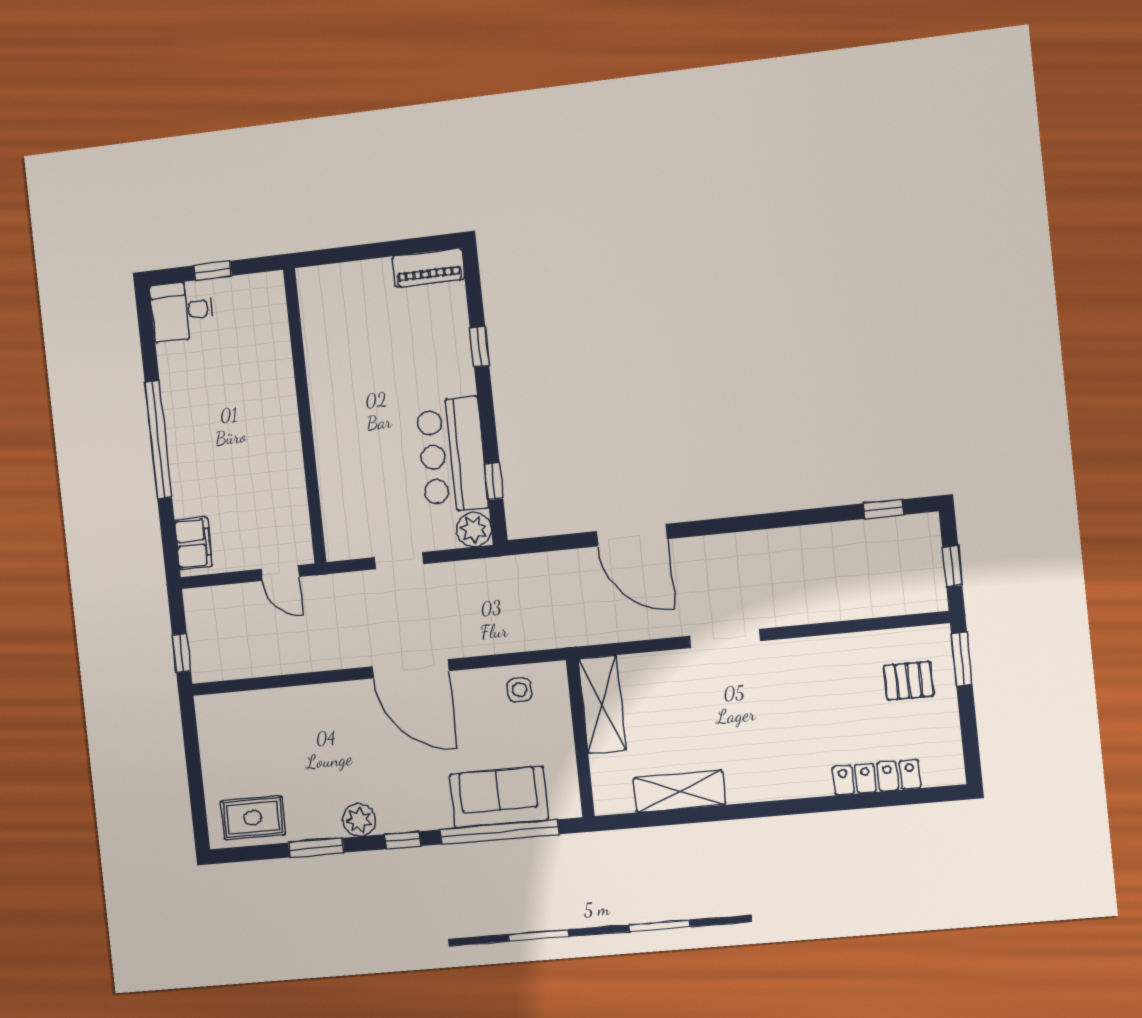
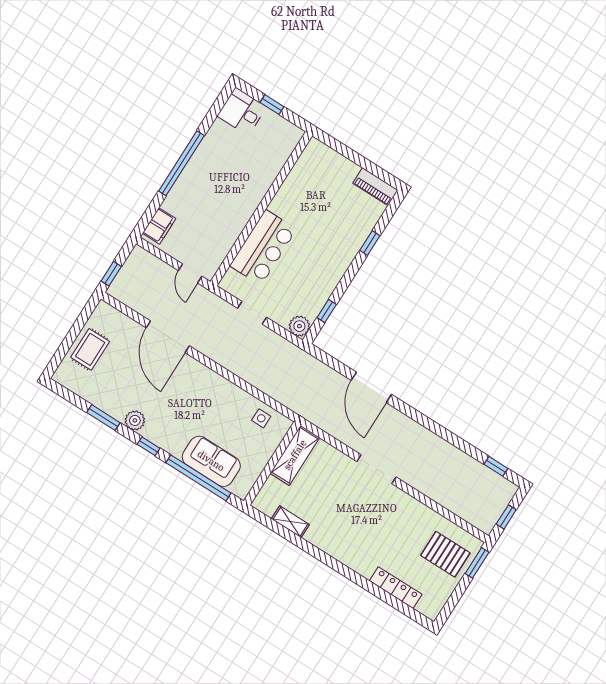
bar counter: (452, 455) -> (263, 247), moved, turned 180
door: (410, 669) -> (168, 337), moved
pallet: (909, 681) -> (445, 554), width x1.50, depth x1.42
shelving: (679, 791) -> (290, 522), width x0.67, depth x0.75
rug: (253, 818) -> (90, 349), moved, turned 90

